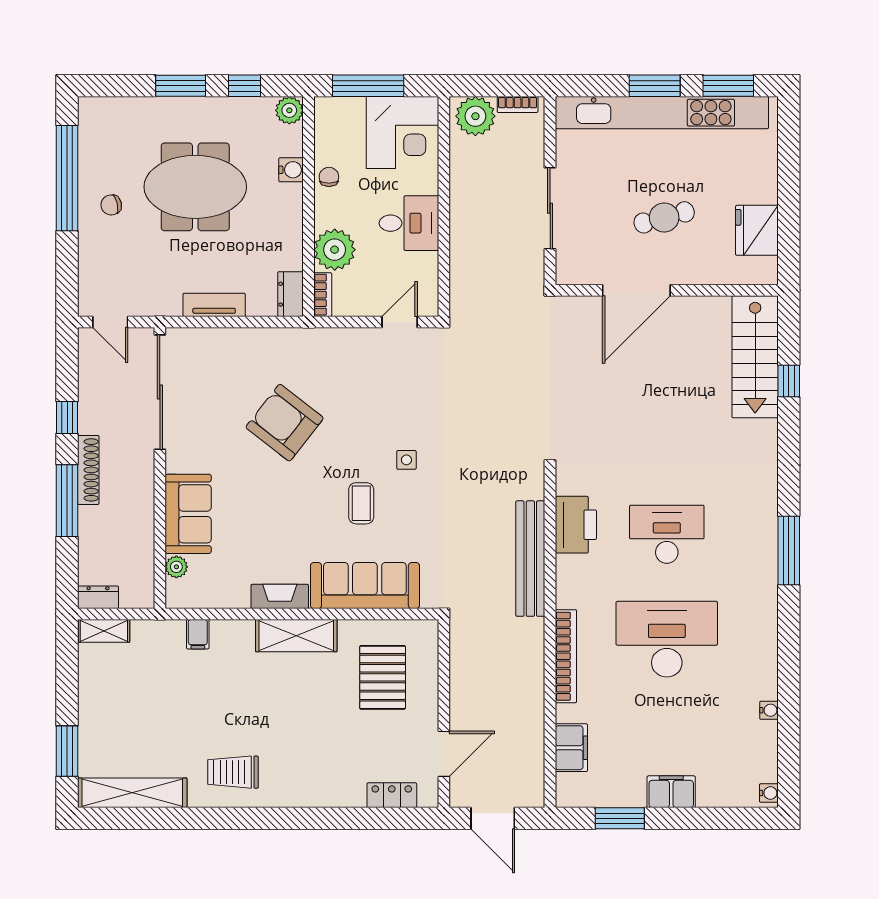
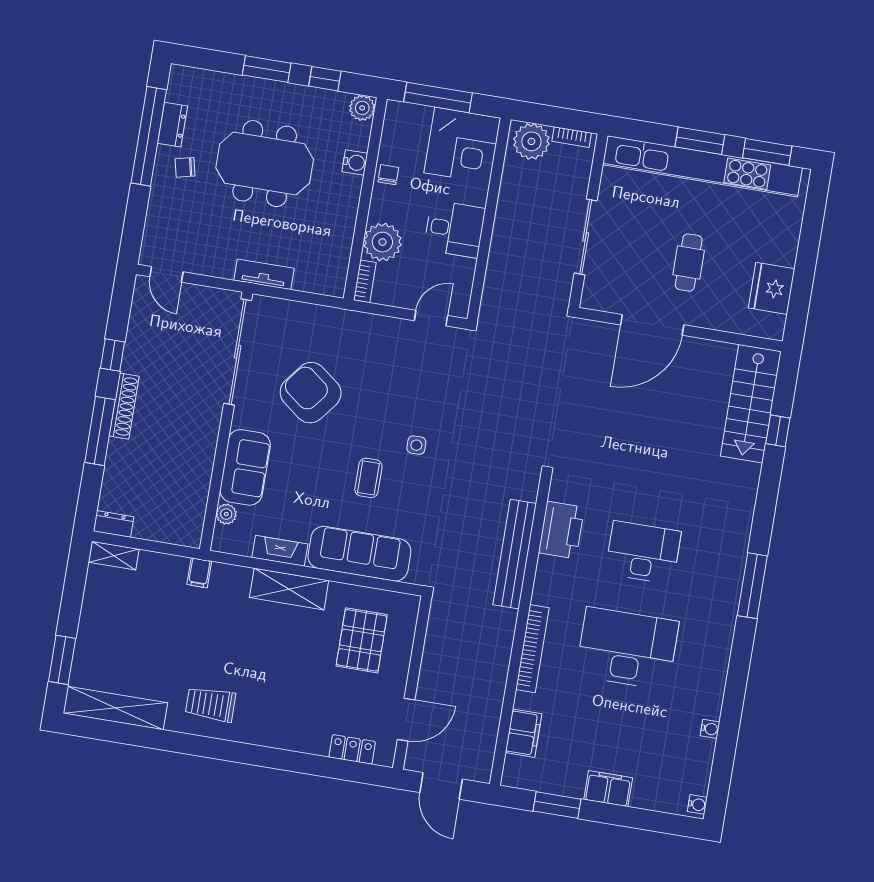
cafe table: (664, 217) -> (689, 263), turned -75
dresser: (290, 294) -> (173, 125), moved, turned 180
sliding door: (160, 392) -> (238, 352), moved
wall: (160, 468) -> (226, 421), moved
sofa: (188, 514) -> (245, 467), moved
plant: (176, 567) -> (226, 514), moved

